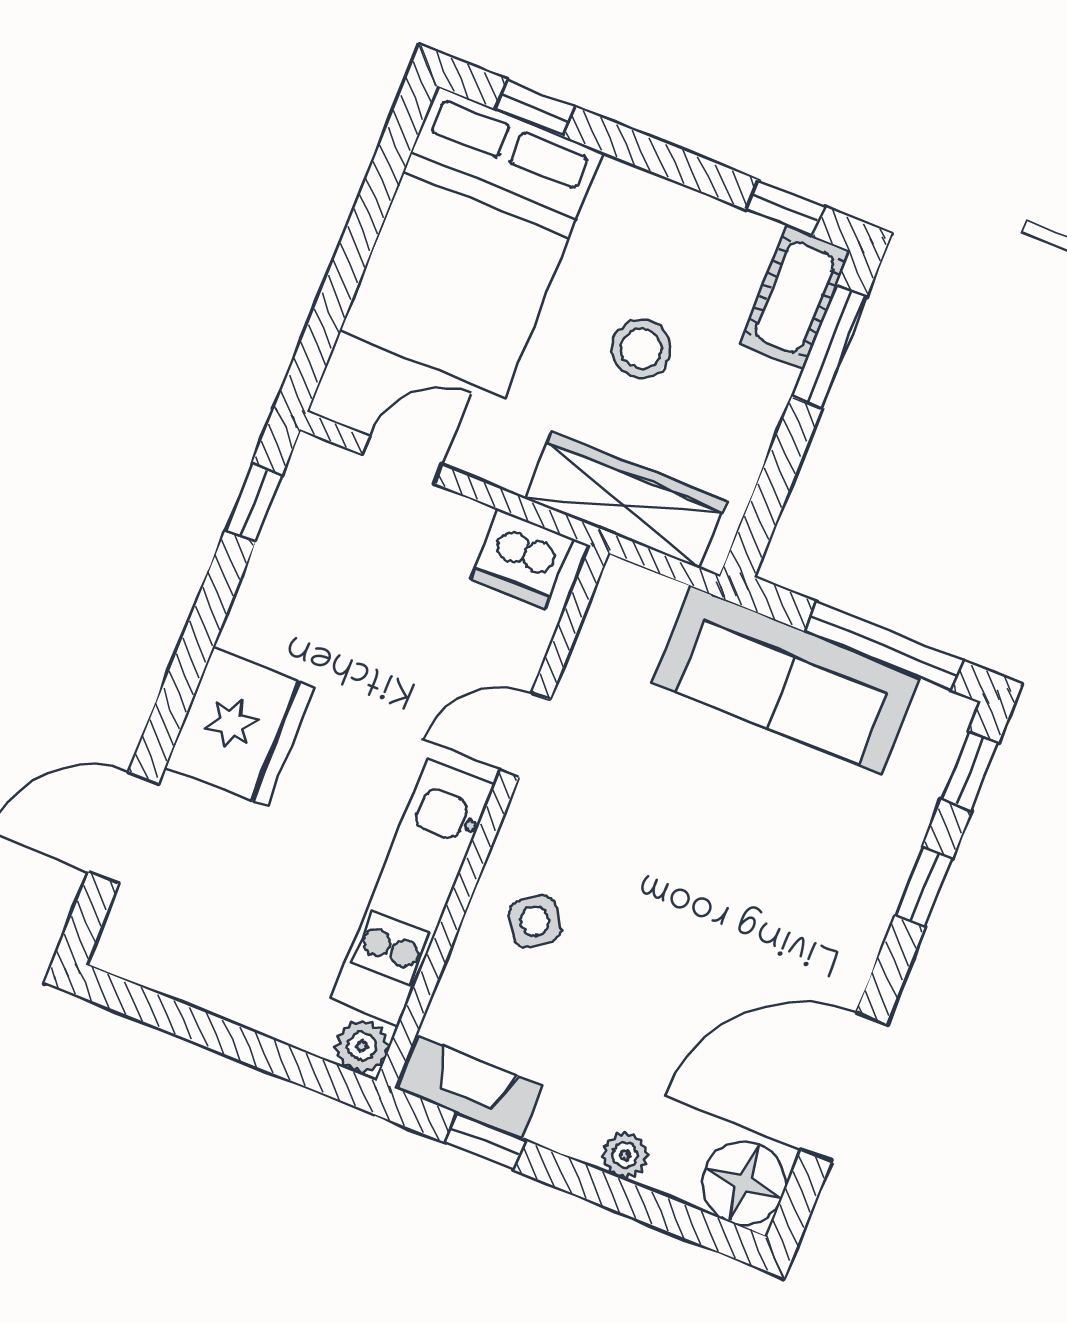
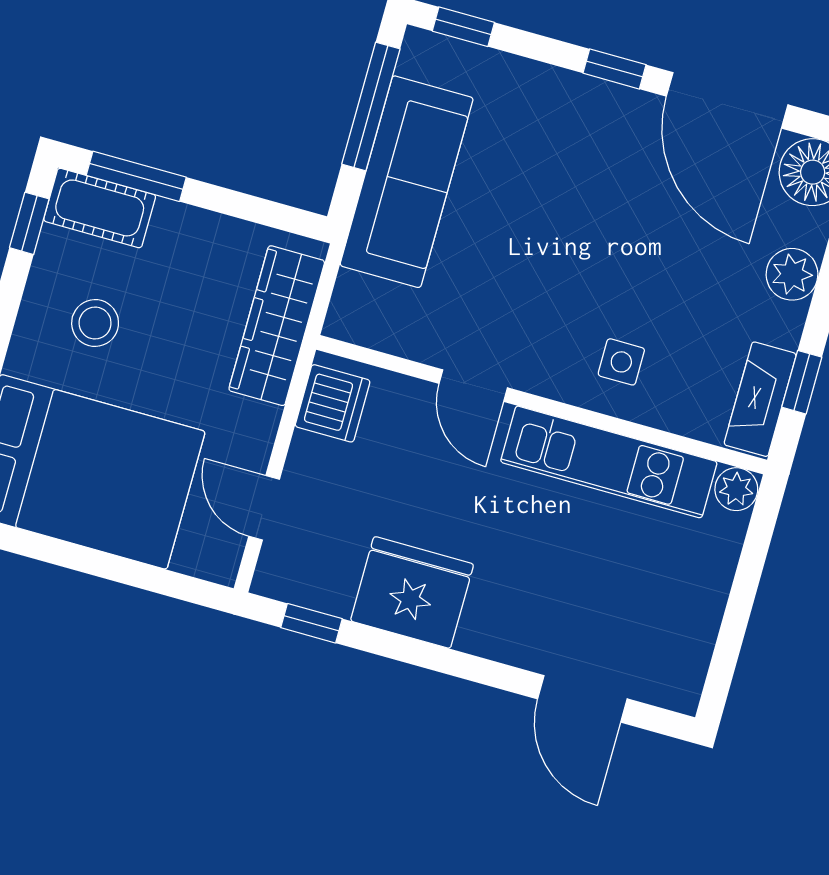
stool: (641, 349) -> (95, 323), moved
fridge: (240, 727) -> (412, 592), moved
window: (924, 887) -> (615, 69), moved
side table: (535, 921) -> (621, 362), turned 33
plant: (625, 1155) -> (792, 274), width x1.38, depth x1.38

